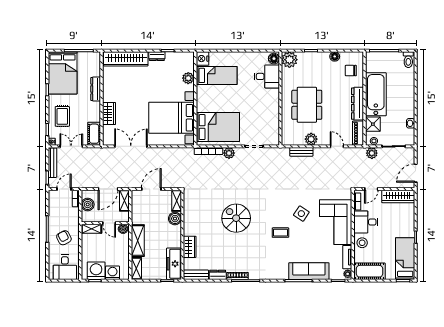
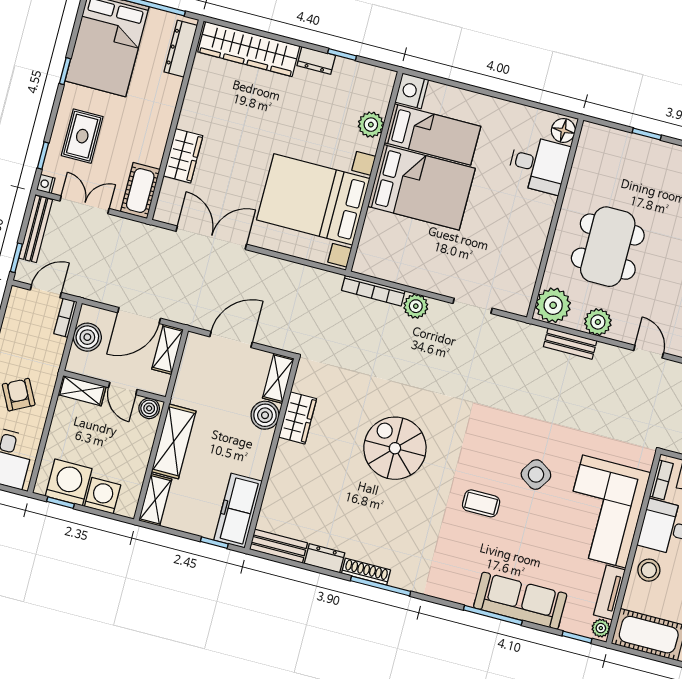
plant: (289, 60) -> (553, 305), moved
dresser: (96, 89) -> (181, 49), moved
bed: (218, 127) -> (421, 187), moved
wardrobe: (190, 247) -> (298, 418), moved

